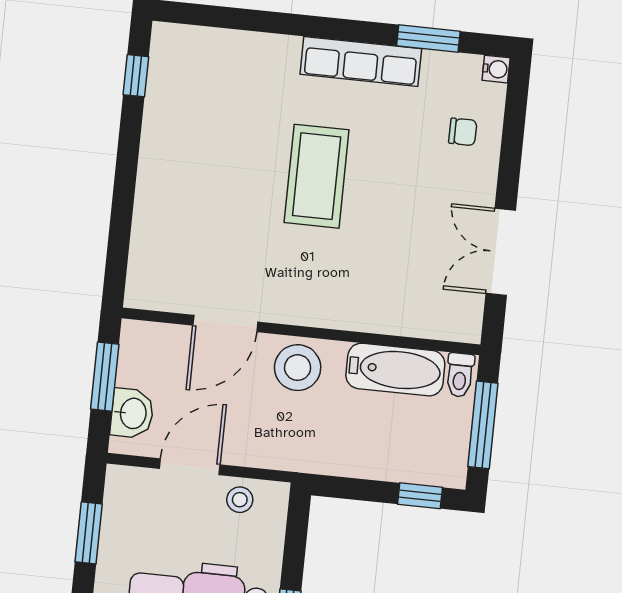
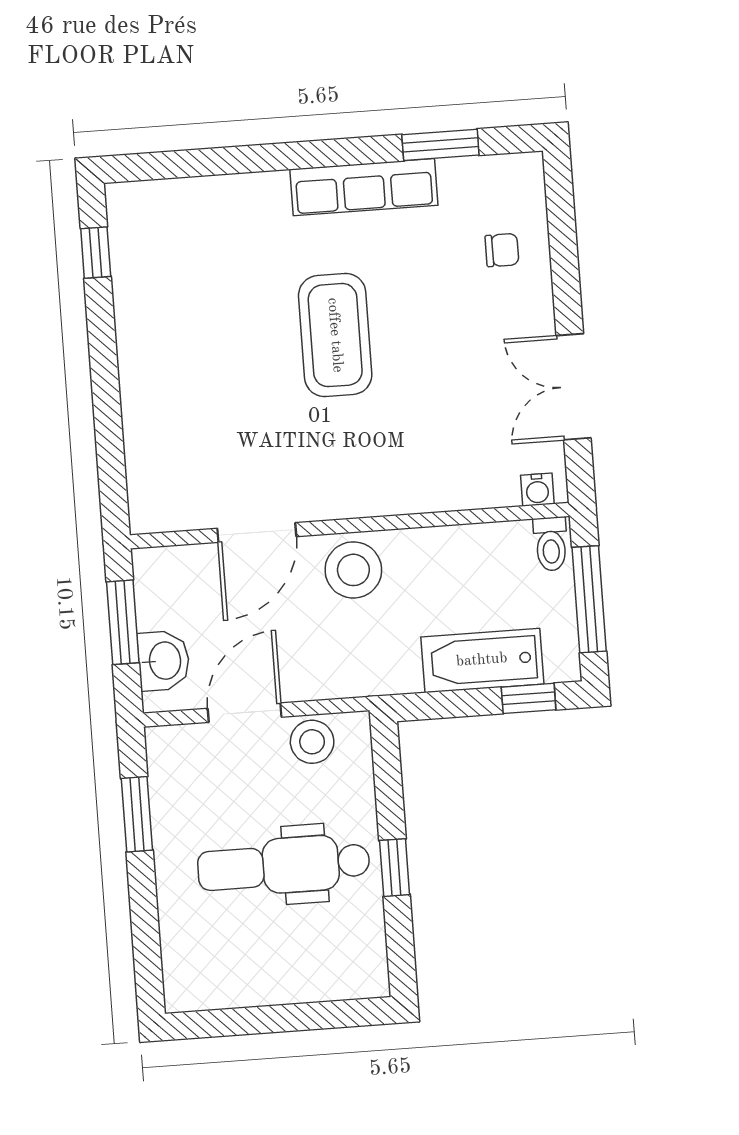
water cooler: (496, 69) -> (537, 490), moved, turned 90
bathtub: (395, 370) -> (482, 660), moved, turned 180
stool: (240, 500) -> (312, 742), width x1.37, depth x1.37

